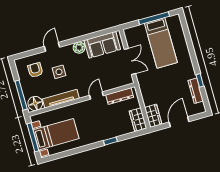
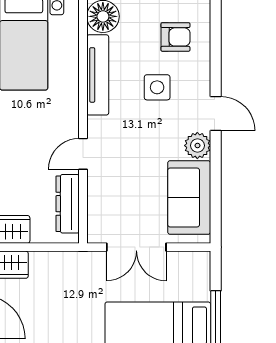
door: (52, 47) -> (216, 113), moved
door: (96, 95) -> (83, 154), swing flipped

